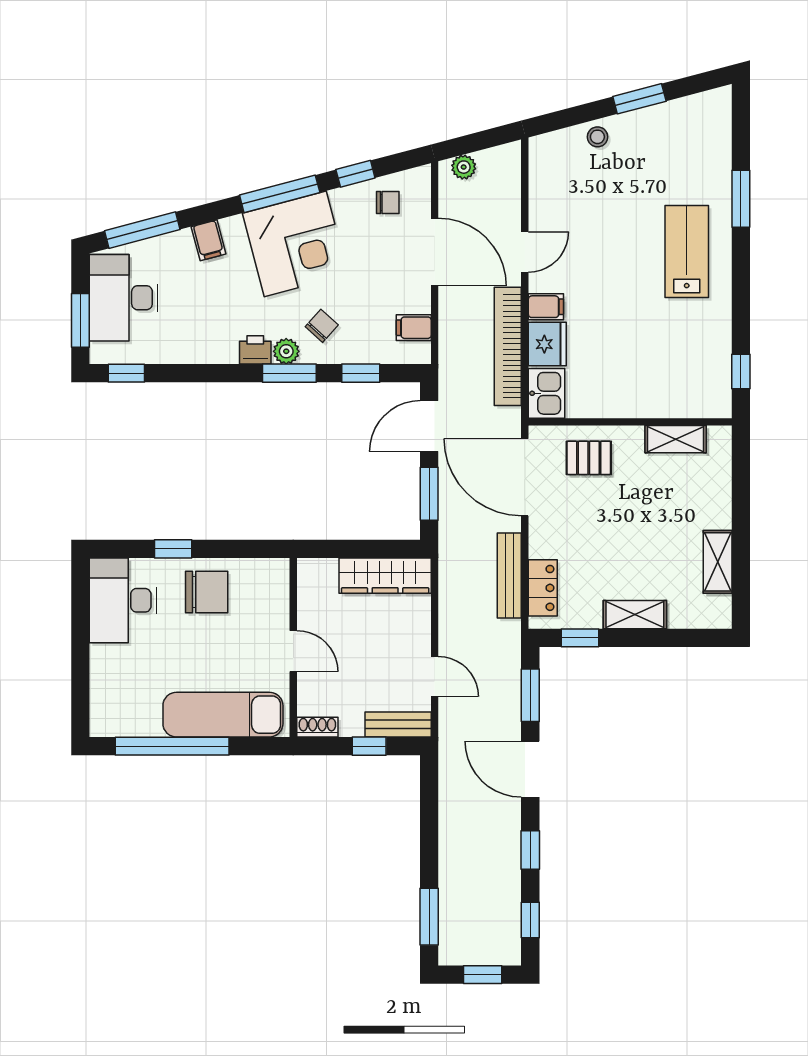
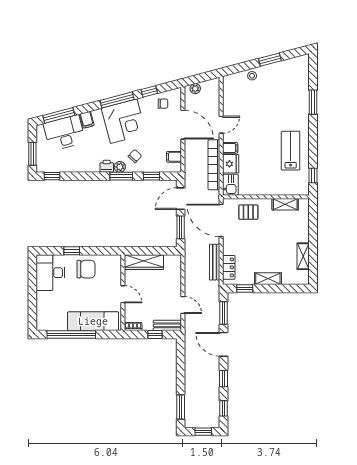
lab bench: (687, 251) -> (291, 151), moved
desk: (124, 298) -> (64, 133), moved, turned 75
wardrobe: (385, 576) -> (144, 262), moved

